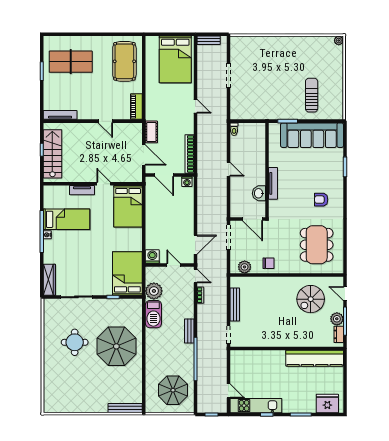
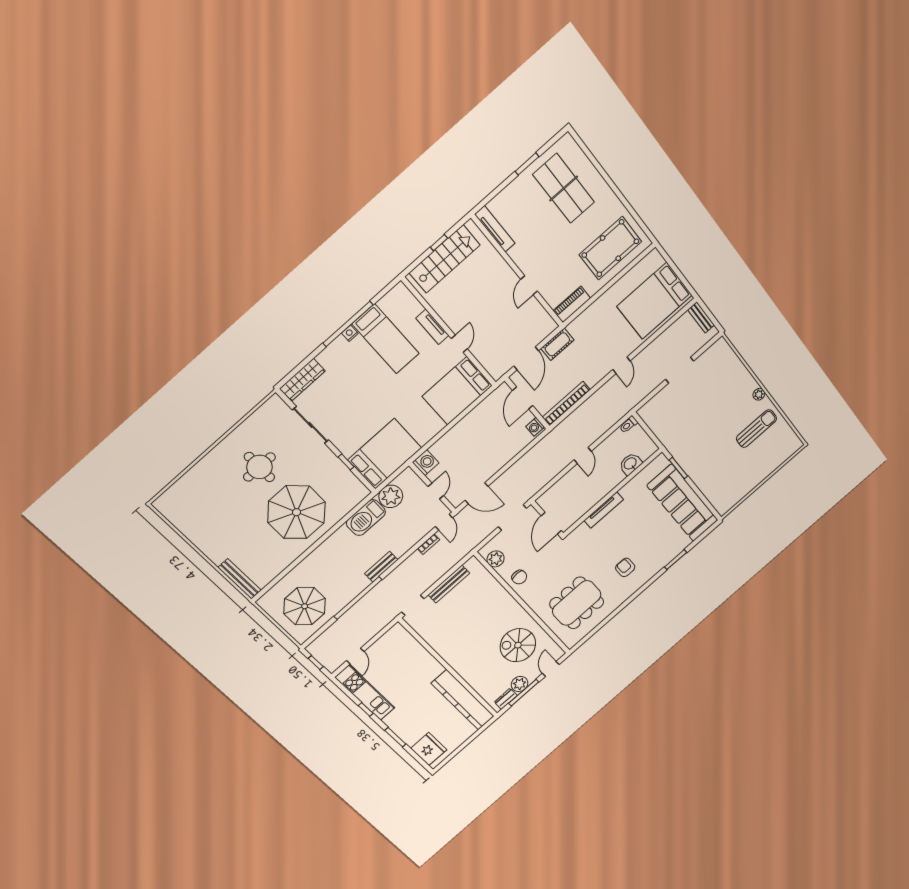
plant: (339, 41) -> (759, 394), moved
sun lounger: (312, 95) -> (756, 429), moved
washbasin: (259, 193) -> (630, 464), moved

